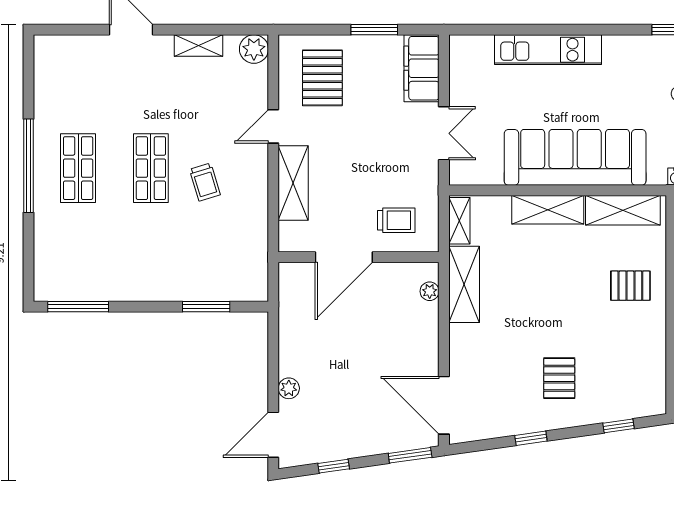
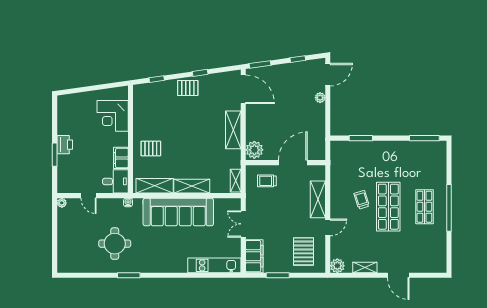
kitchen unit: (548, 50) -> (214, 265), moved
shop shelf: (151, 168) -> (388, 207), width x1.43, depth x1.36
shelving: (464, 284) -> (233, 130), moved
plant: (430, 291) -> (254, 150), width x1.88, depth x1.88
pallet: (559, 378) -> (188, 88), moved, turned 90

